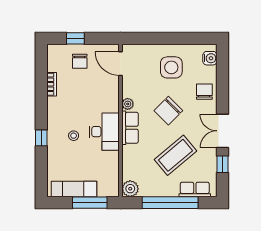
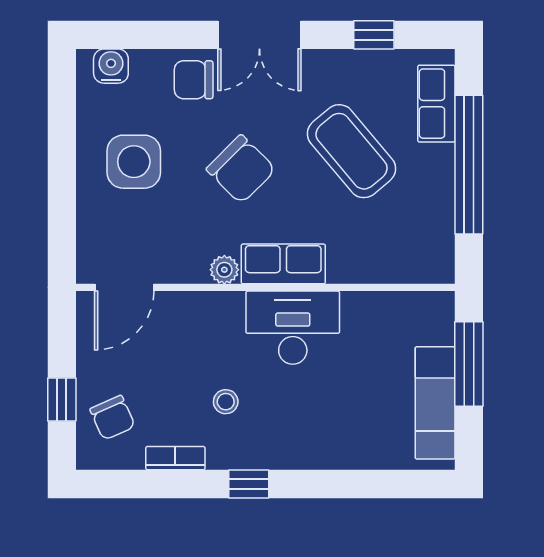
chair: (80, 61) -> (112, 418), moved, turned 66
double door: (223, 131) -> (259, 35), moved
stool: (74, 136) -> (226, 402), moved
window: (41, 138) -> (249, 484), moved
plant: (130, 189) -> (434, 264), removed

